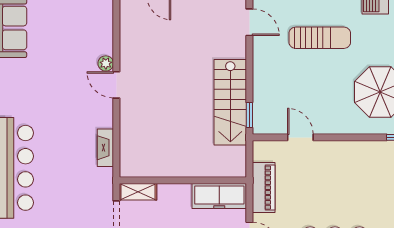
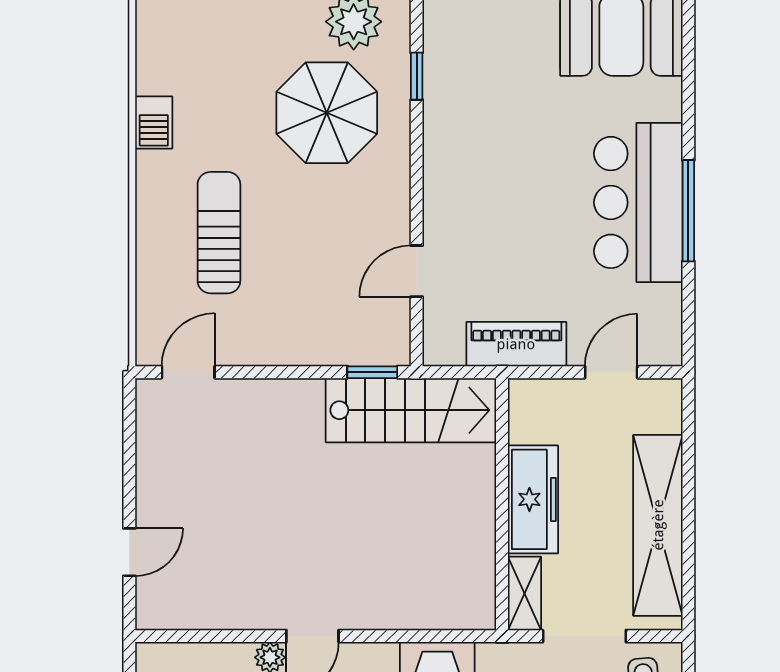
stairs: (230, 102) -> (411, 410), moved
freezer: (219, 196) -> (533, 499), moved

